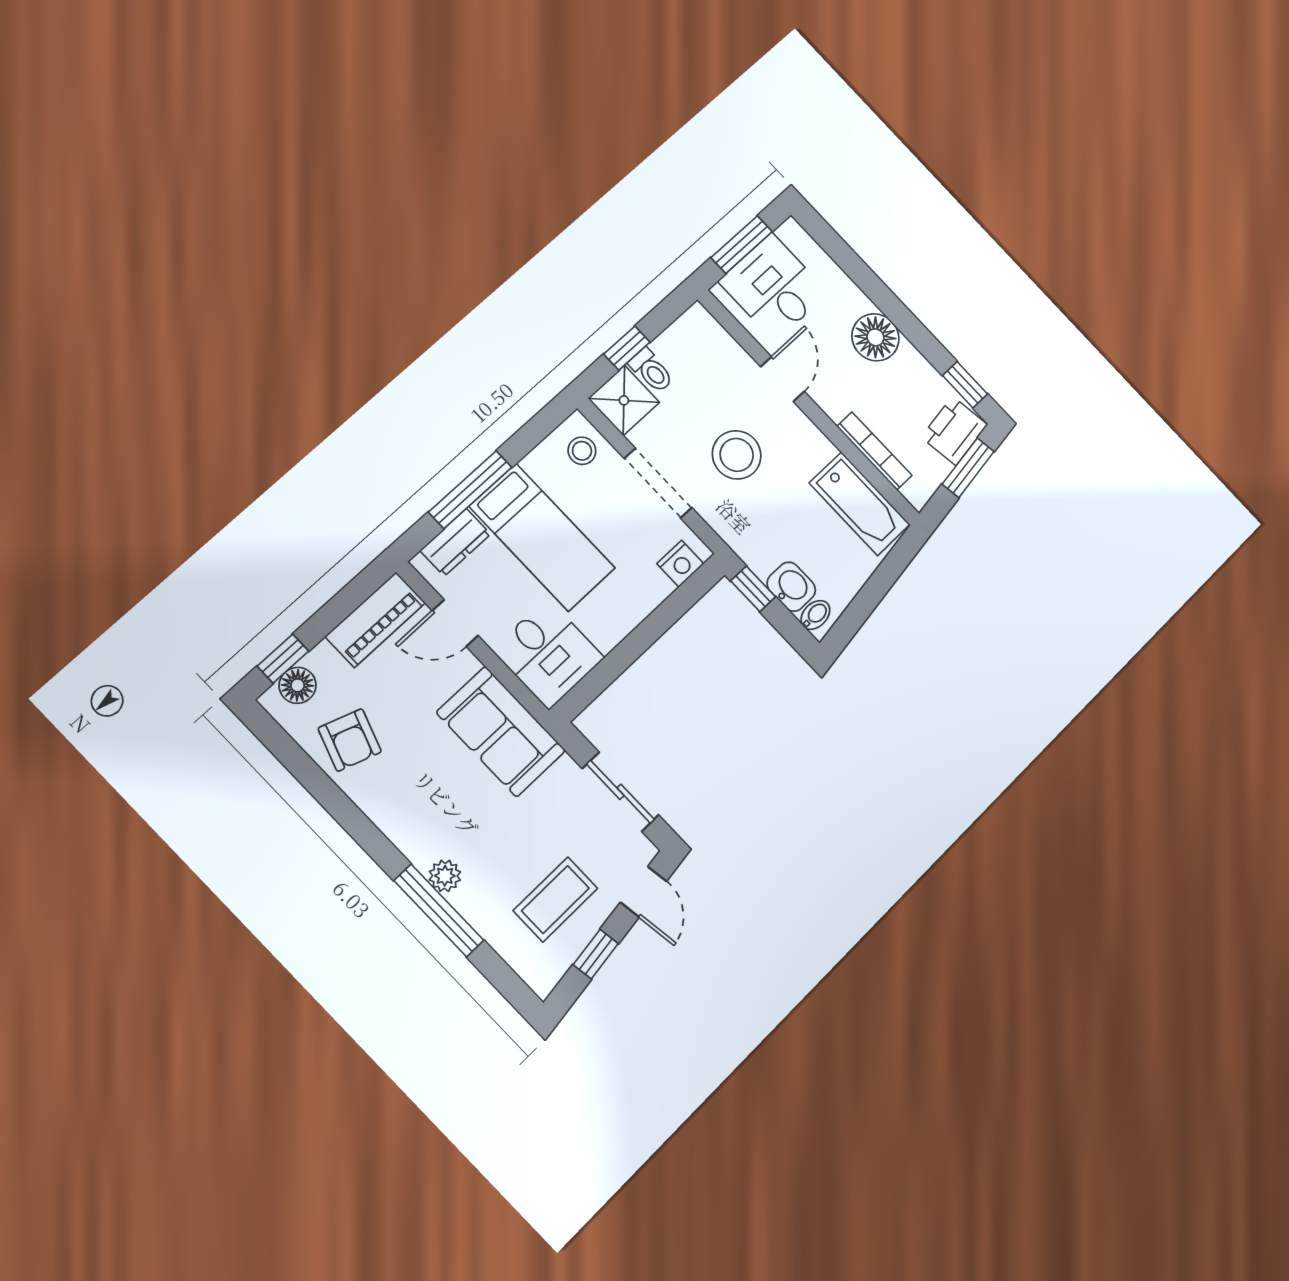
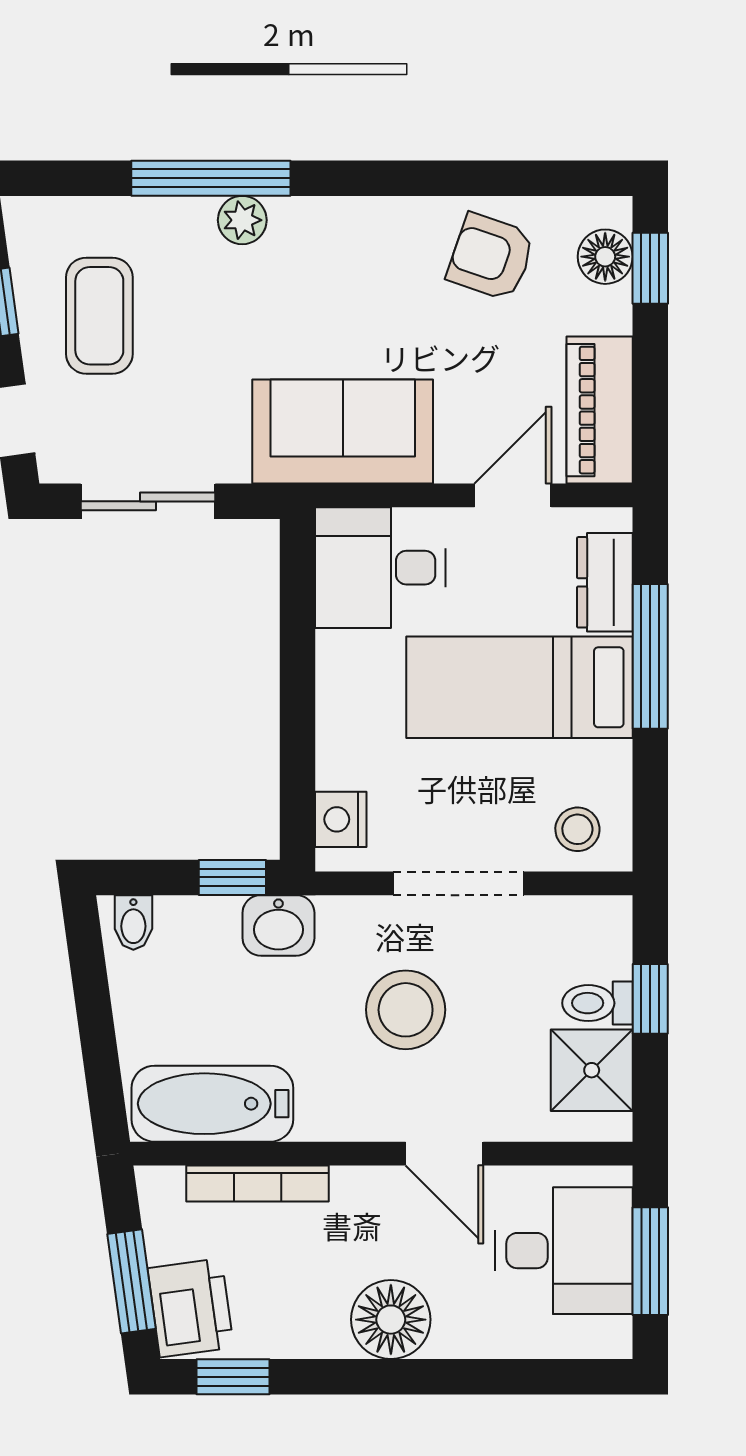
shower: (624, 400) -> (592, 1070), moved
washbasin: (791, 587) -> (278, 925), moved

